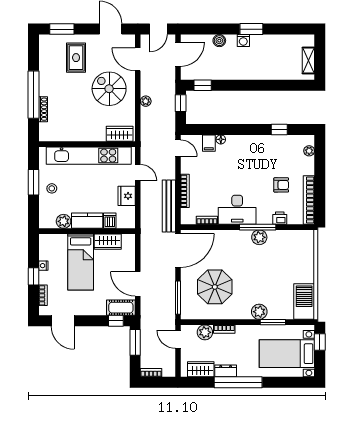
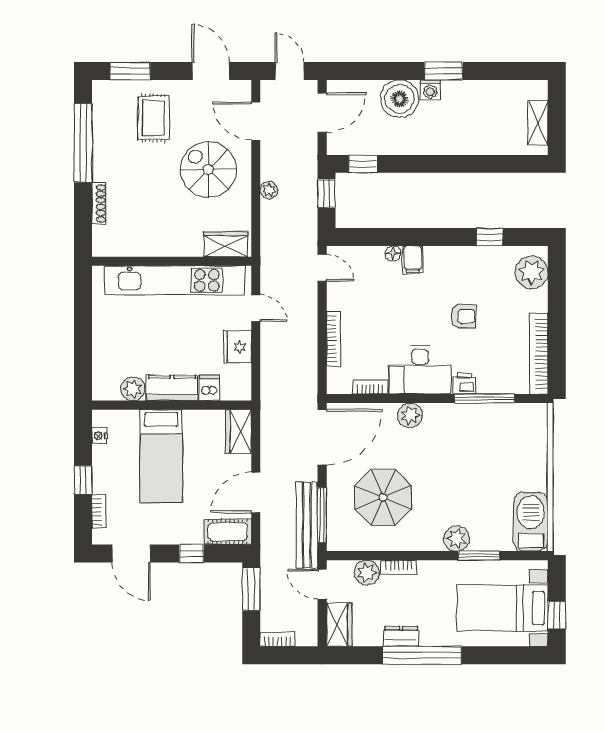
door: (158, 29) -> (290, 71), swing flipped
boiler: (219, 41) -> (399, 99), width x1.86, depth x1.86
window: (33, 95) -> (83, 143), moved
filing cabinet: (209, 143) -> (413, 259), moved
plant: (309, 151) -> (532, 272), width x1.88, depth x1.88
window: (33, 182) -> (83, 324), removed
armchair: (281, 185) -> (463, 316), moved
stool: (52, 188) -> (113, 335), removed
bench: (169, 206) -> (307, 525), moved
printer: (280, 218) -> (464, 384), moved
window: (258, 227) -> (485, 399), moved
plant: (259, 237) -> (410, 415), moved
wardrobe: (108, 242) -> (238, 432), moved, turned 90
nightstand: (43, 266) -> (99, 436), moved
door: (138, 284) -> (256, 492), hinge flipped
window: (116, 321) -> (192, 553), moved
window: (320, 342) -> (557, 615), moved
wardrobe: (201, 369) -> (339, 625), moved, turned 90

